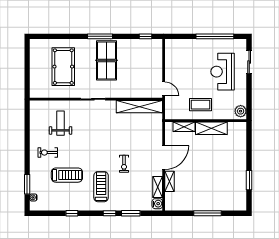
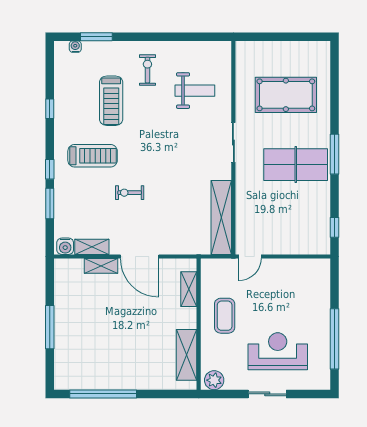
sliding door: (249, 62) -> (267, 394), moved
shelving: (211, 128) -> (187, 355), moved
window: (249, 180) -> (103, 394), width x2.11

